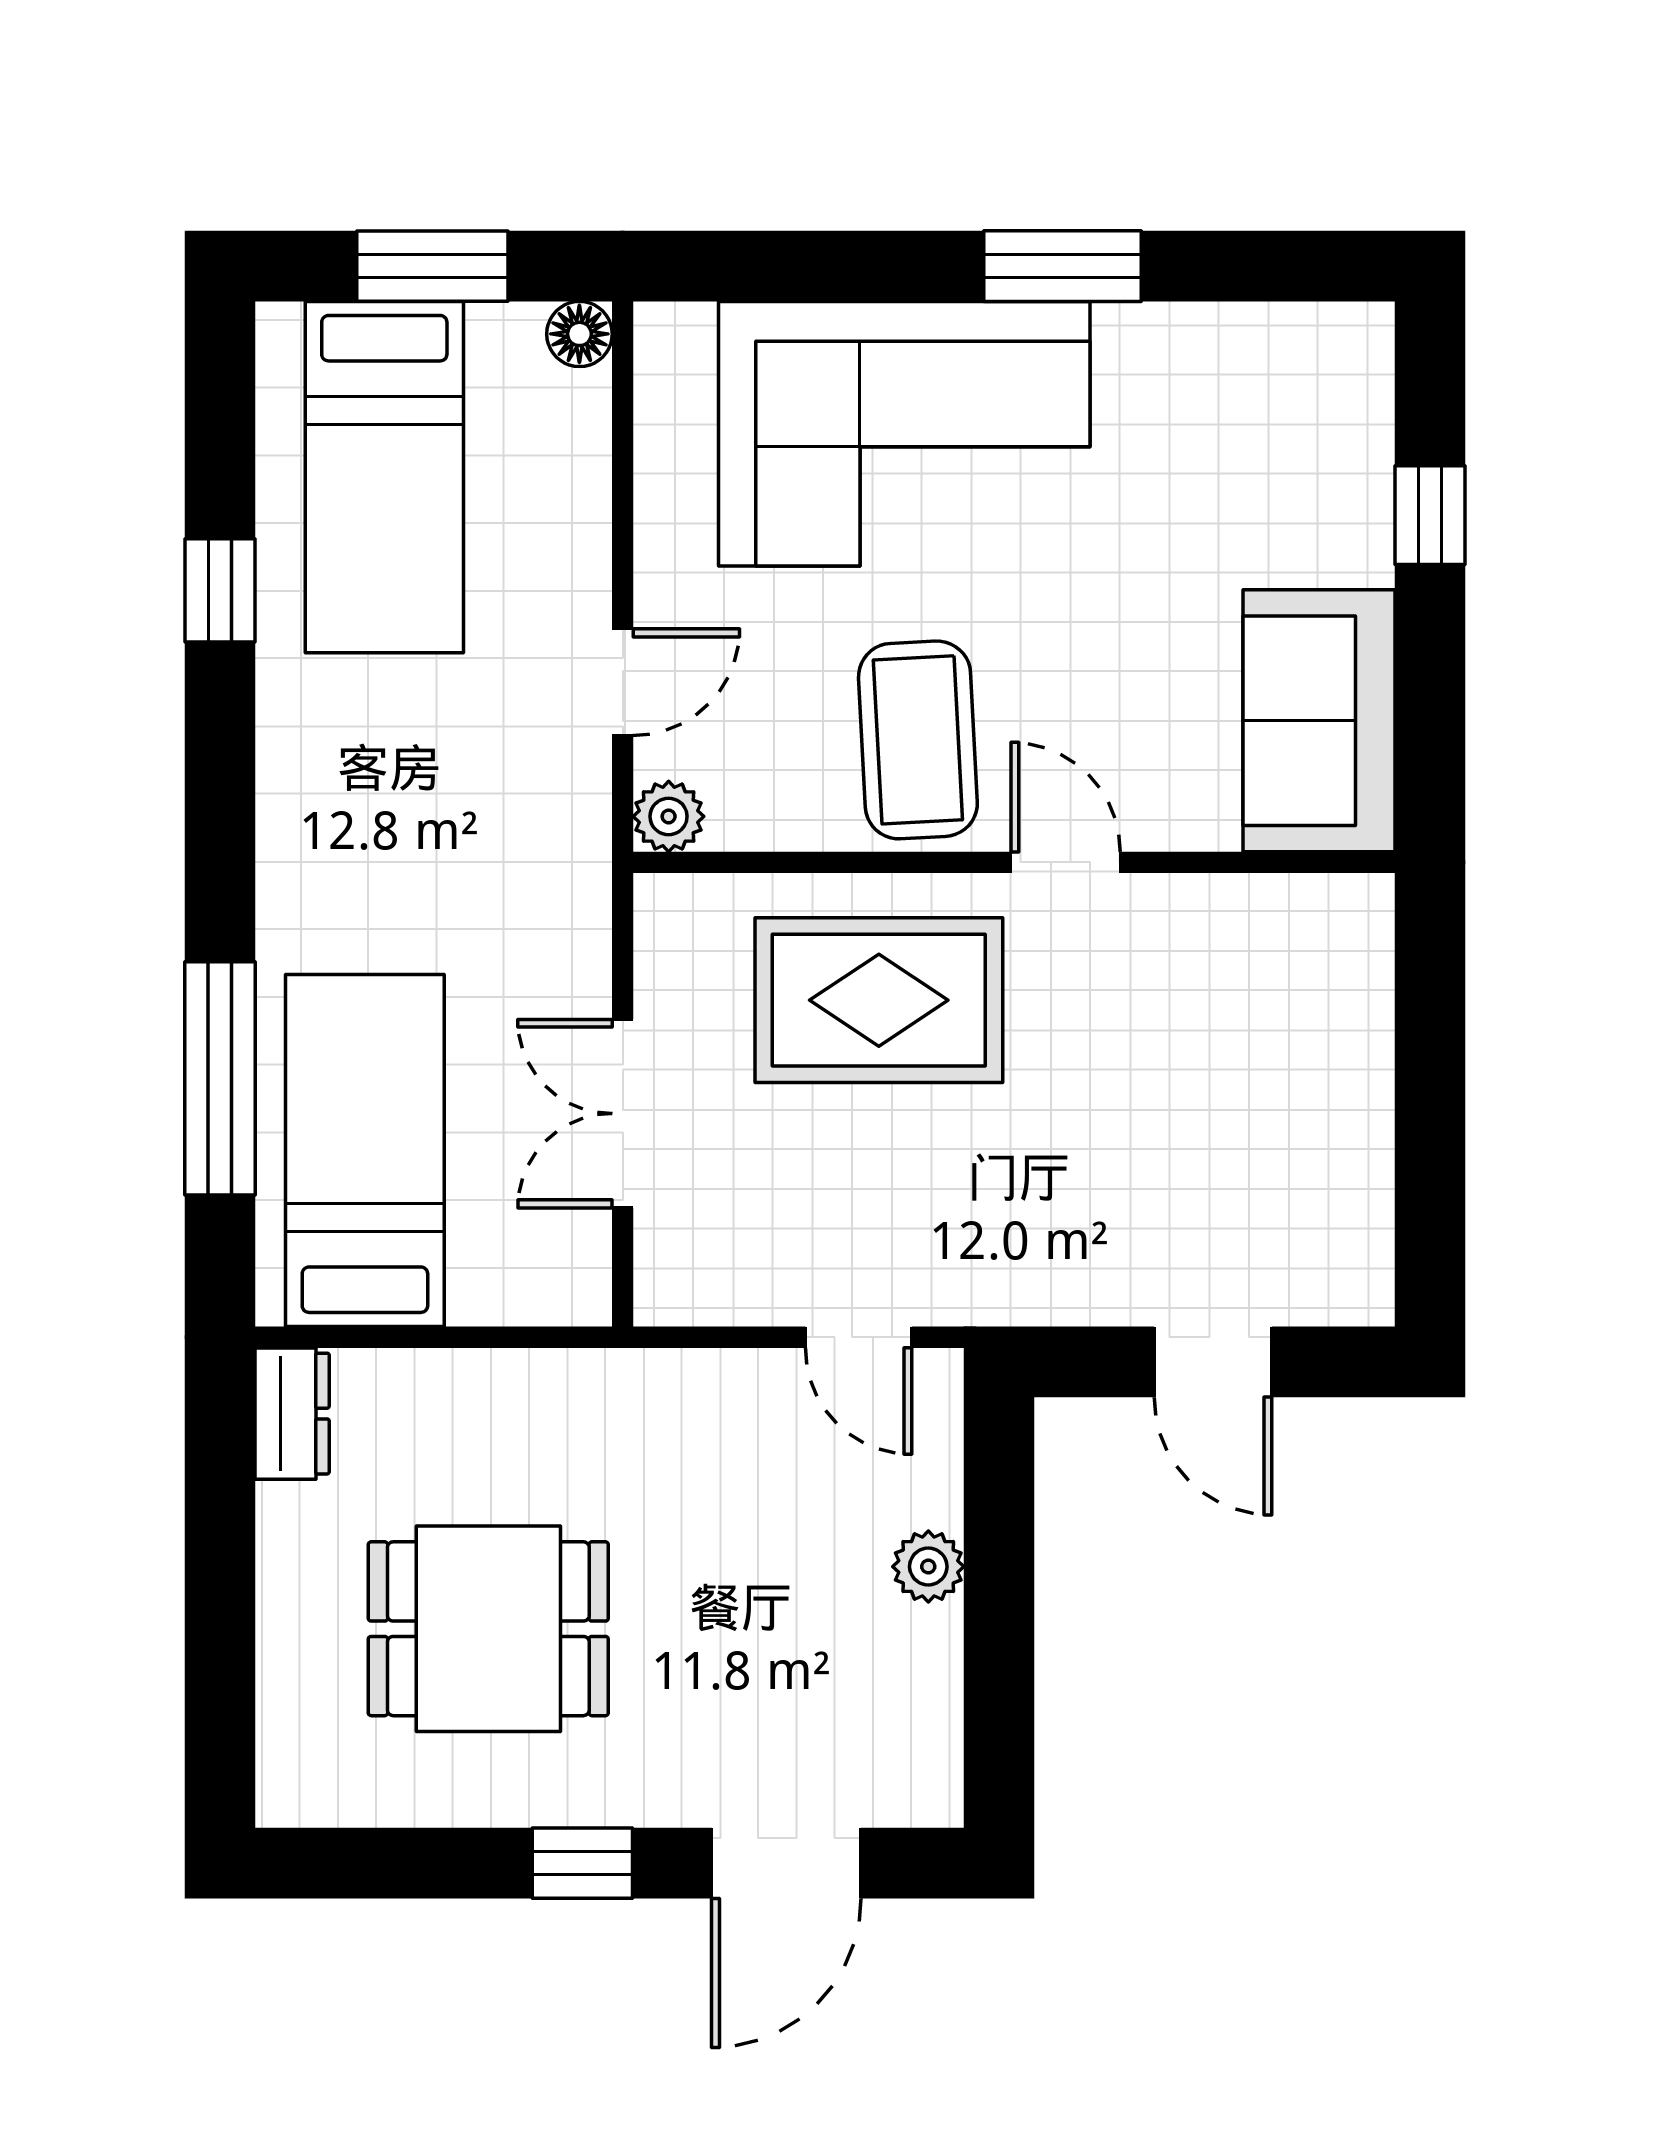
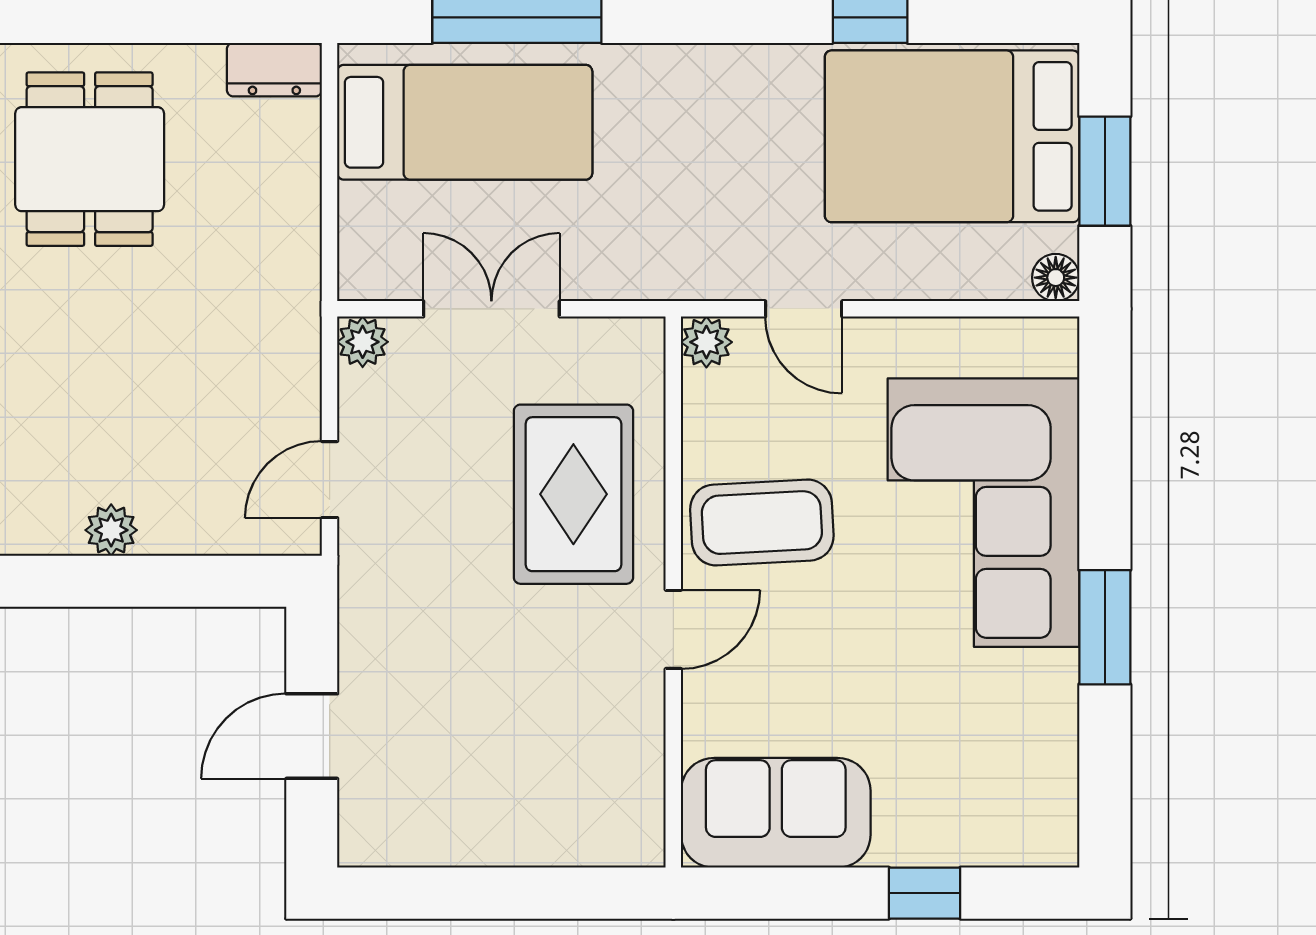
bed: (384, 477) -> (952, 136), width x1.50
plant: (668, 1292) -> (363, 342), added
plant: (928, 1567) -> (111, 530), moved
dining table: (488, 1629) -> (90, 159), moved

